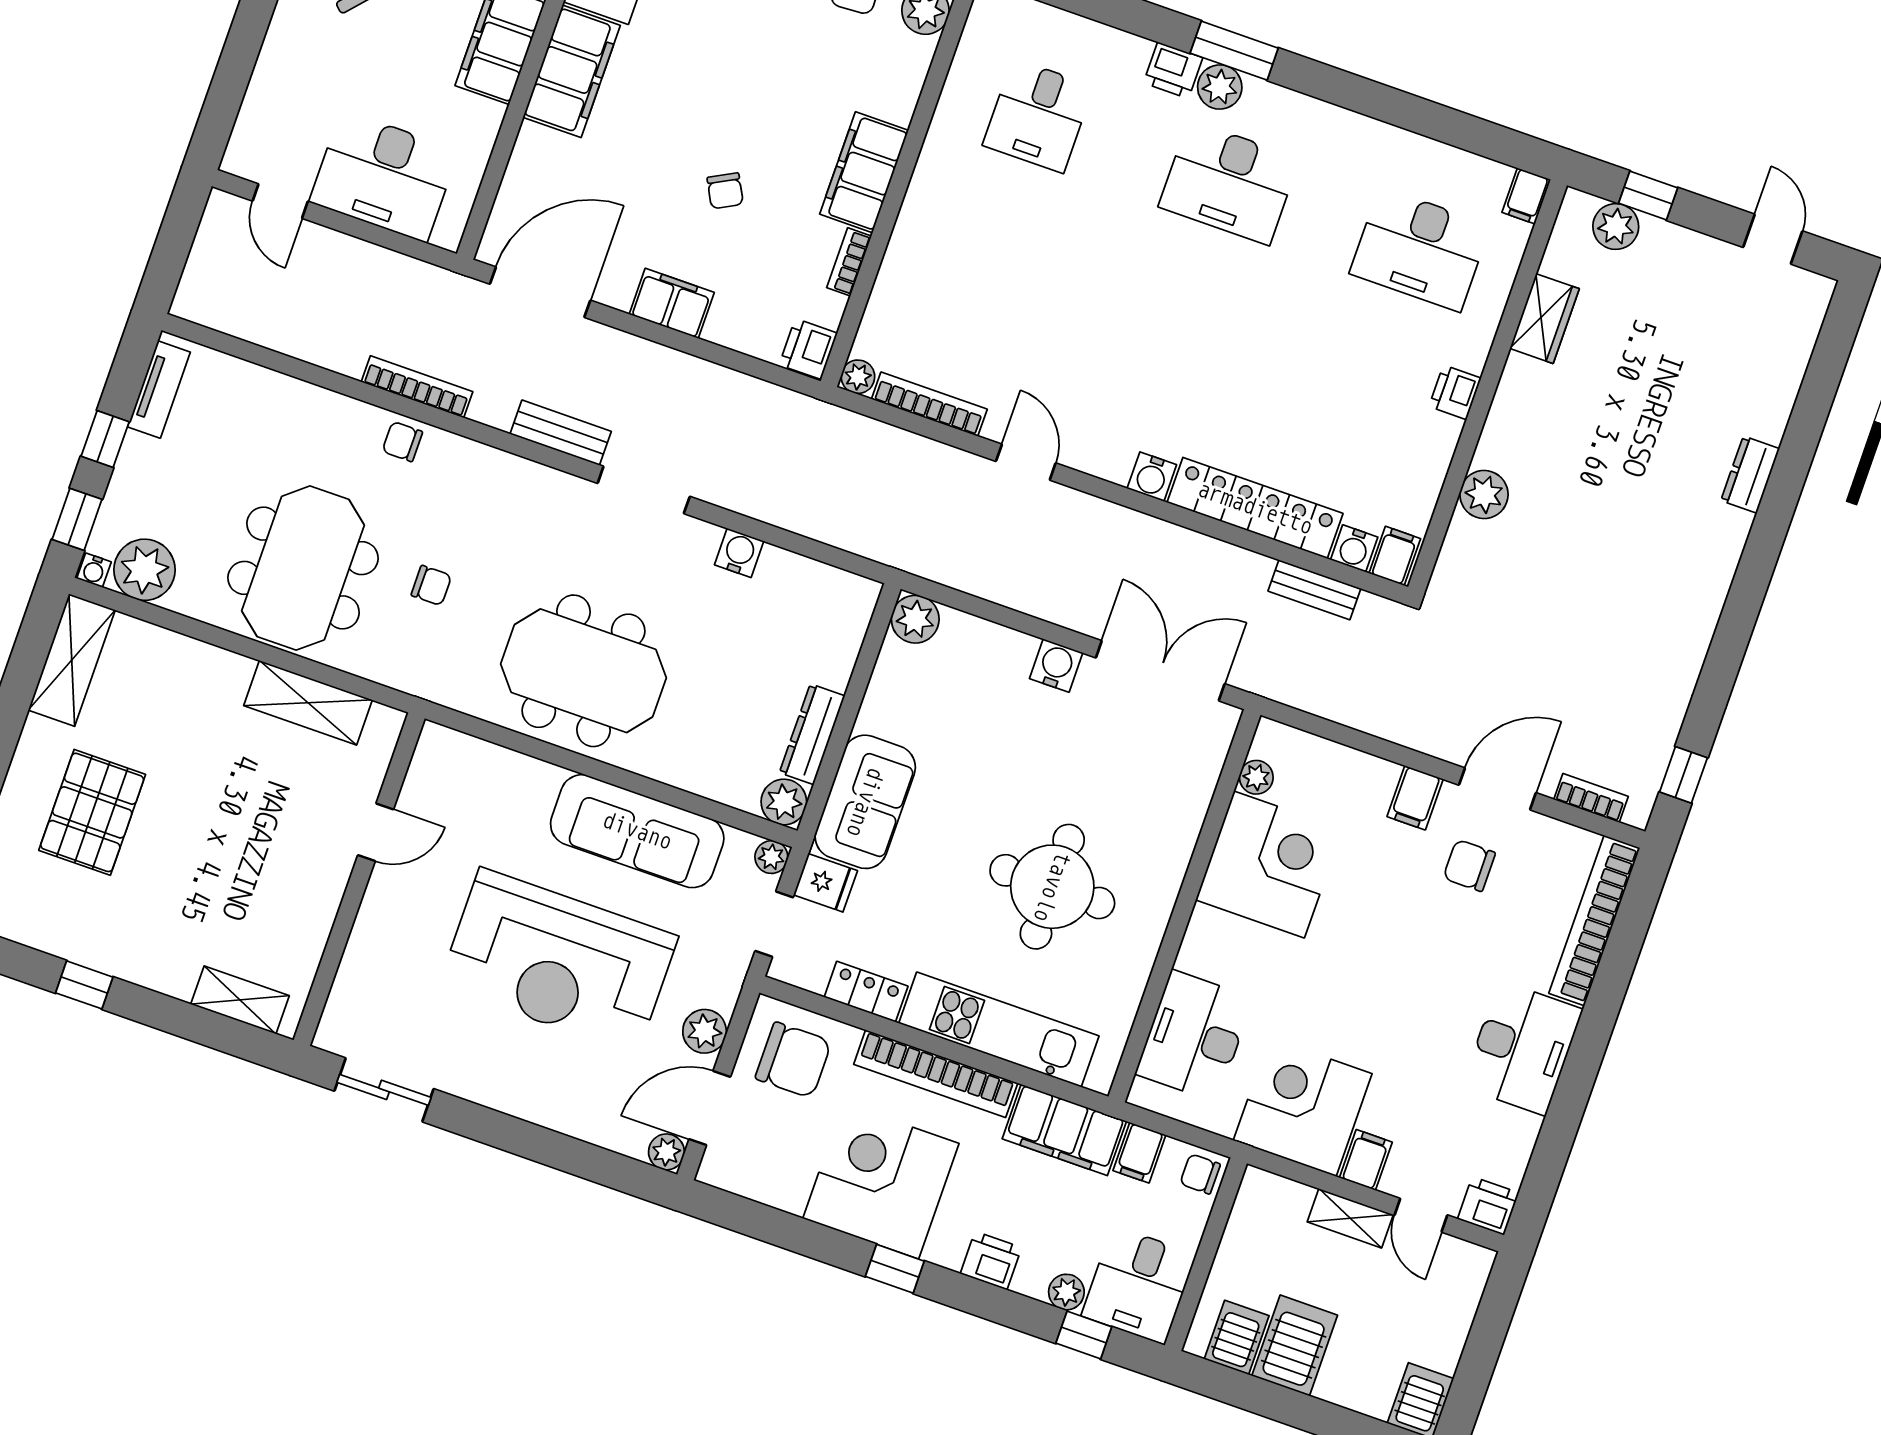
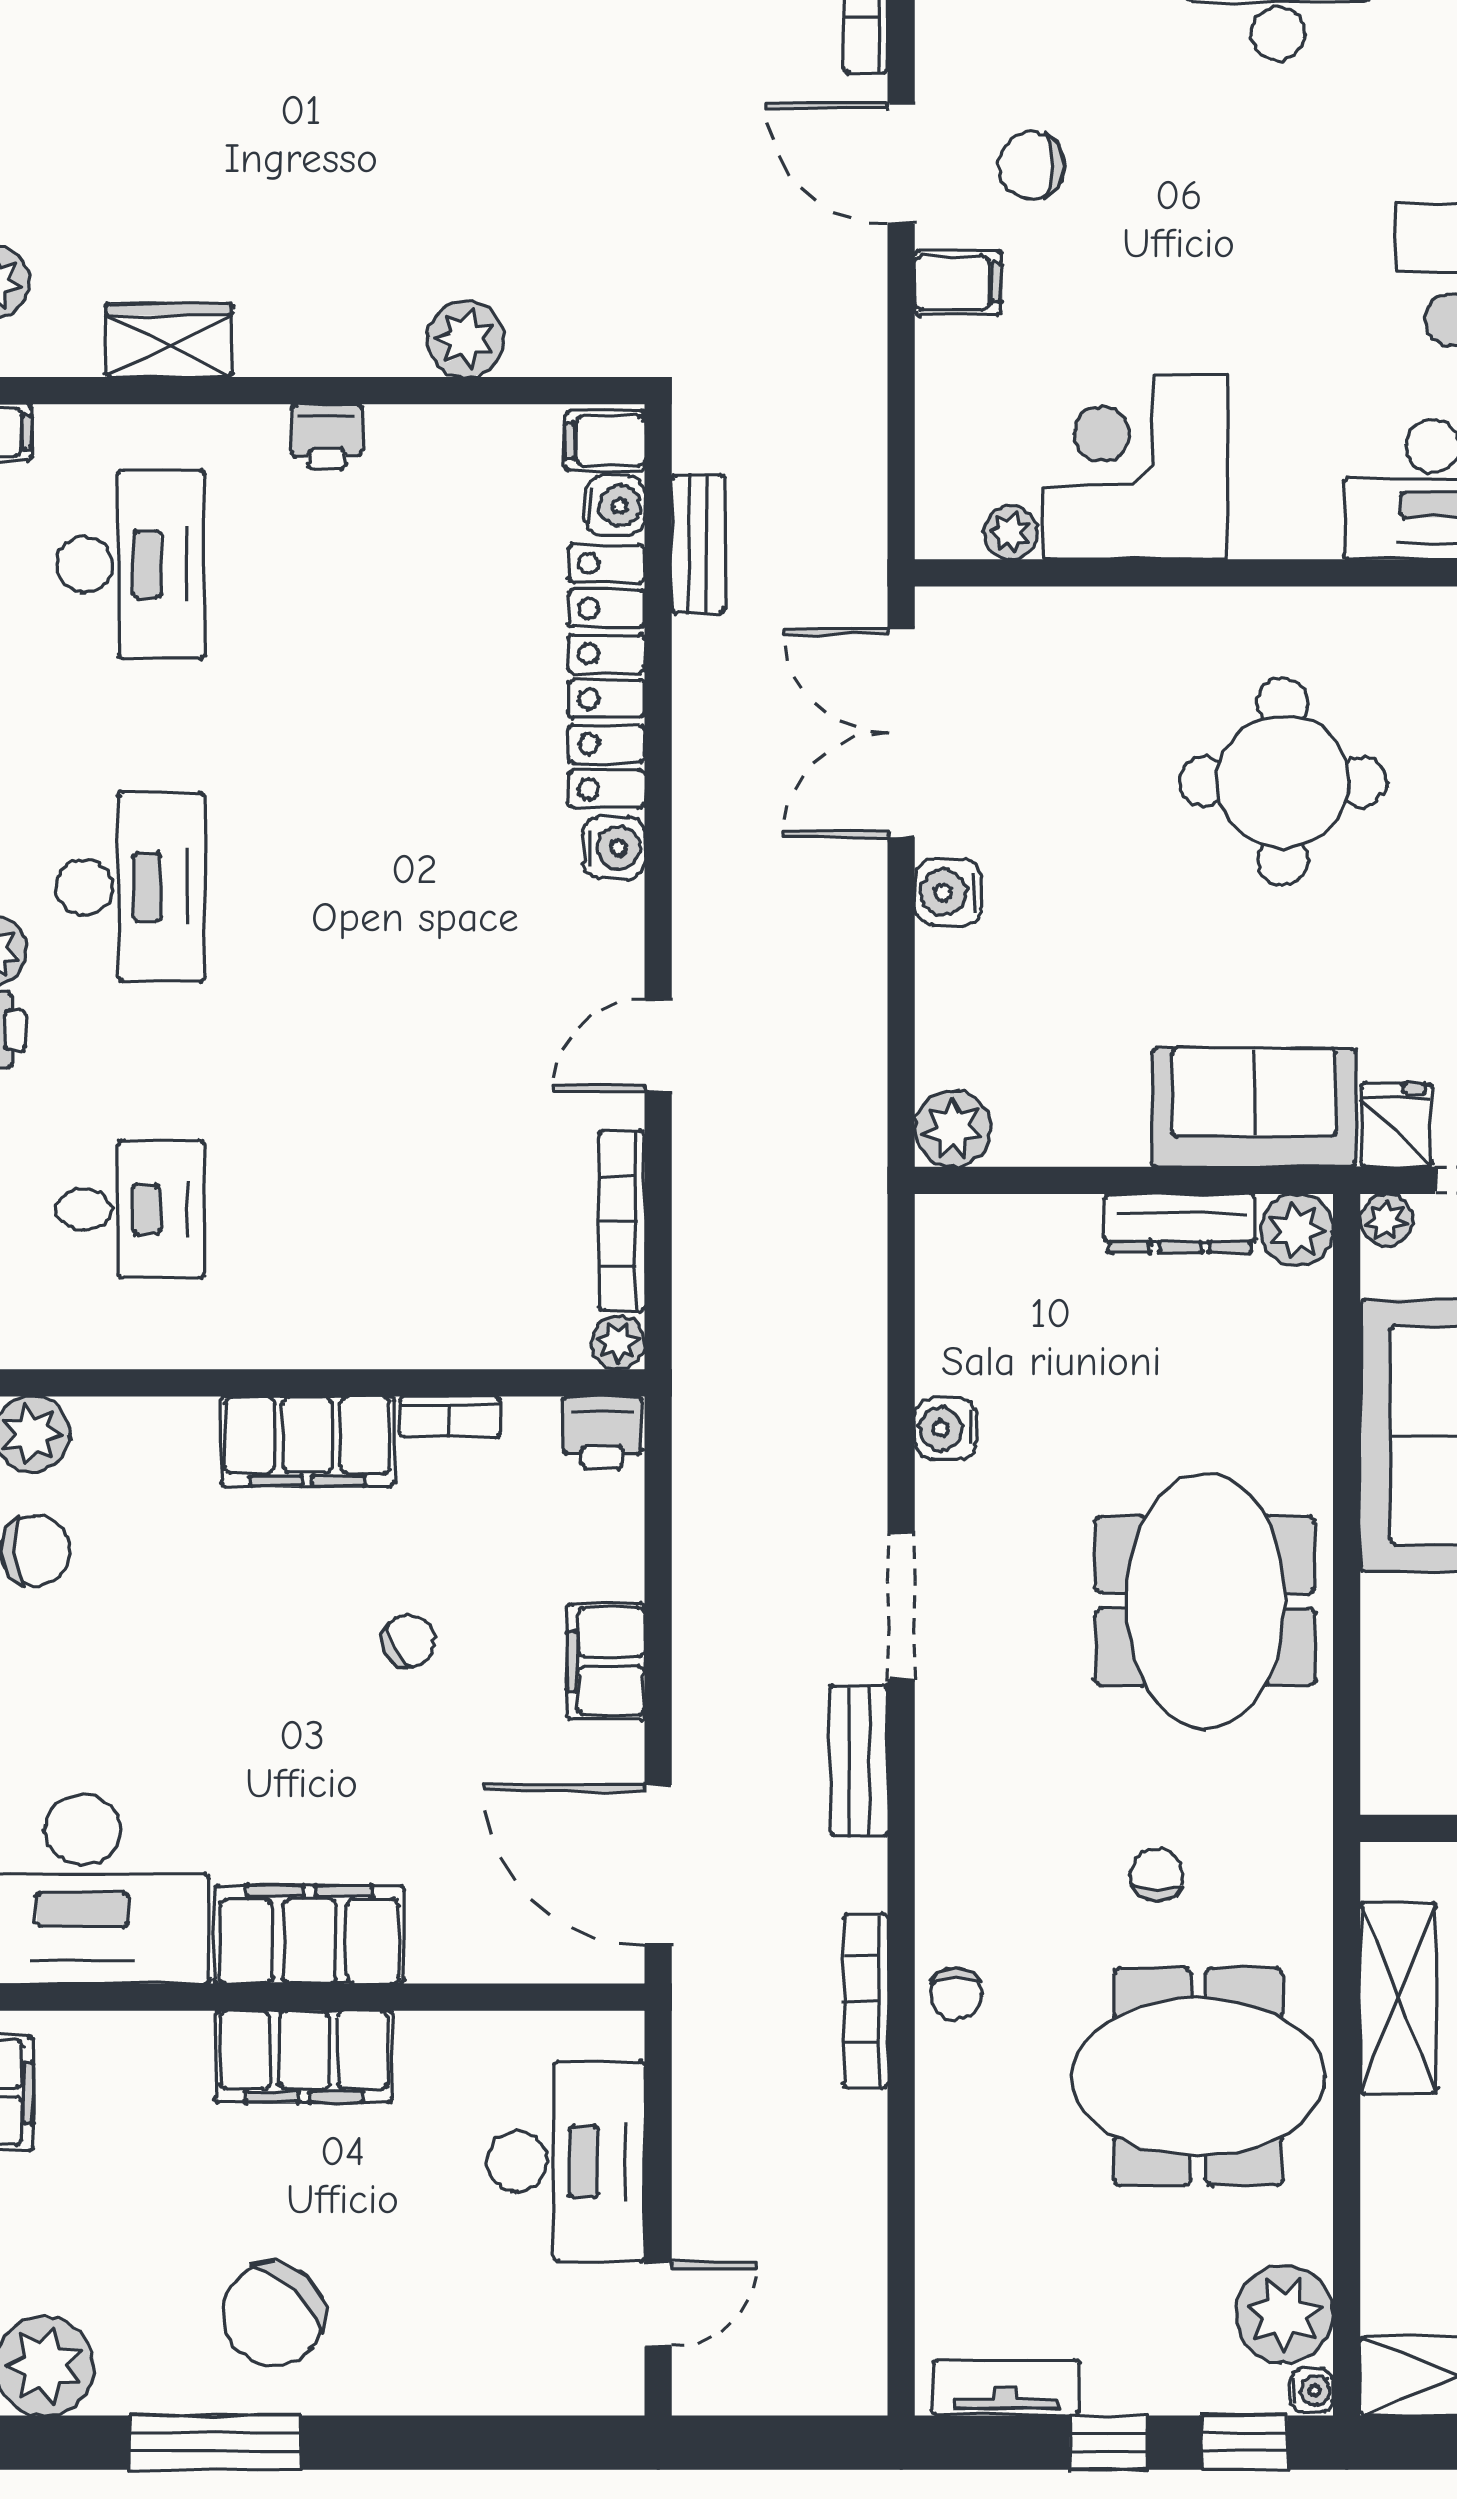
chair: (1469, 865) -> (1031, 166), turned 90

